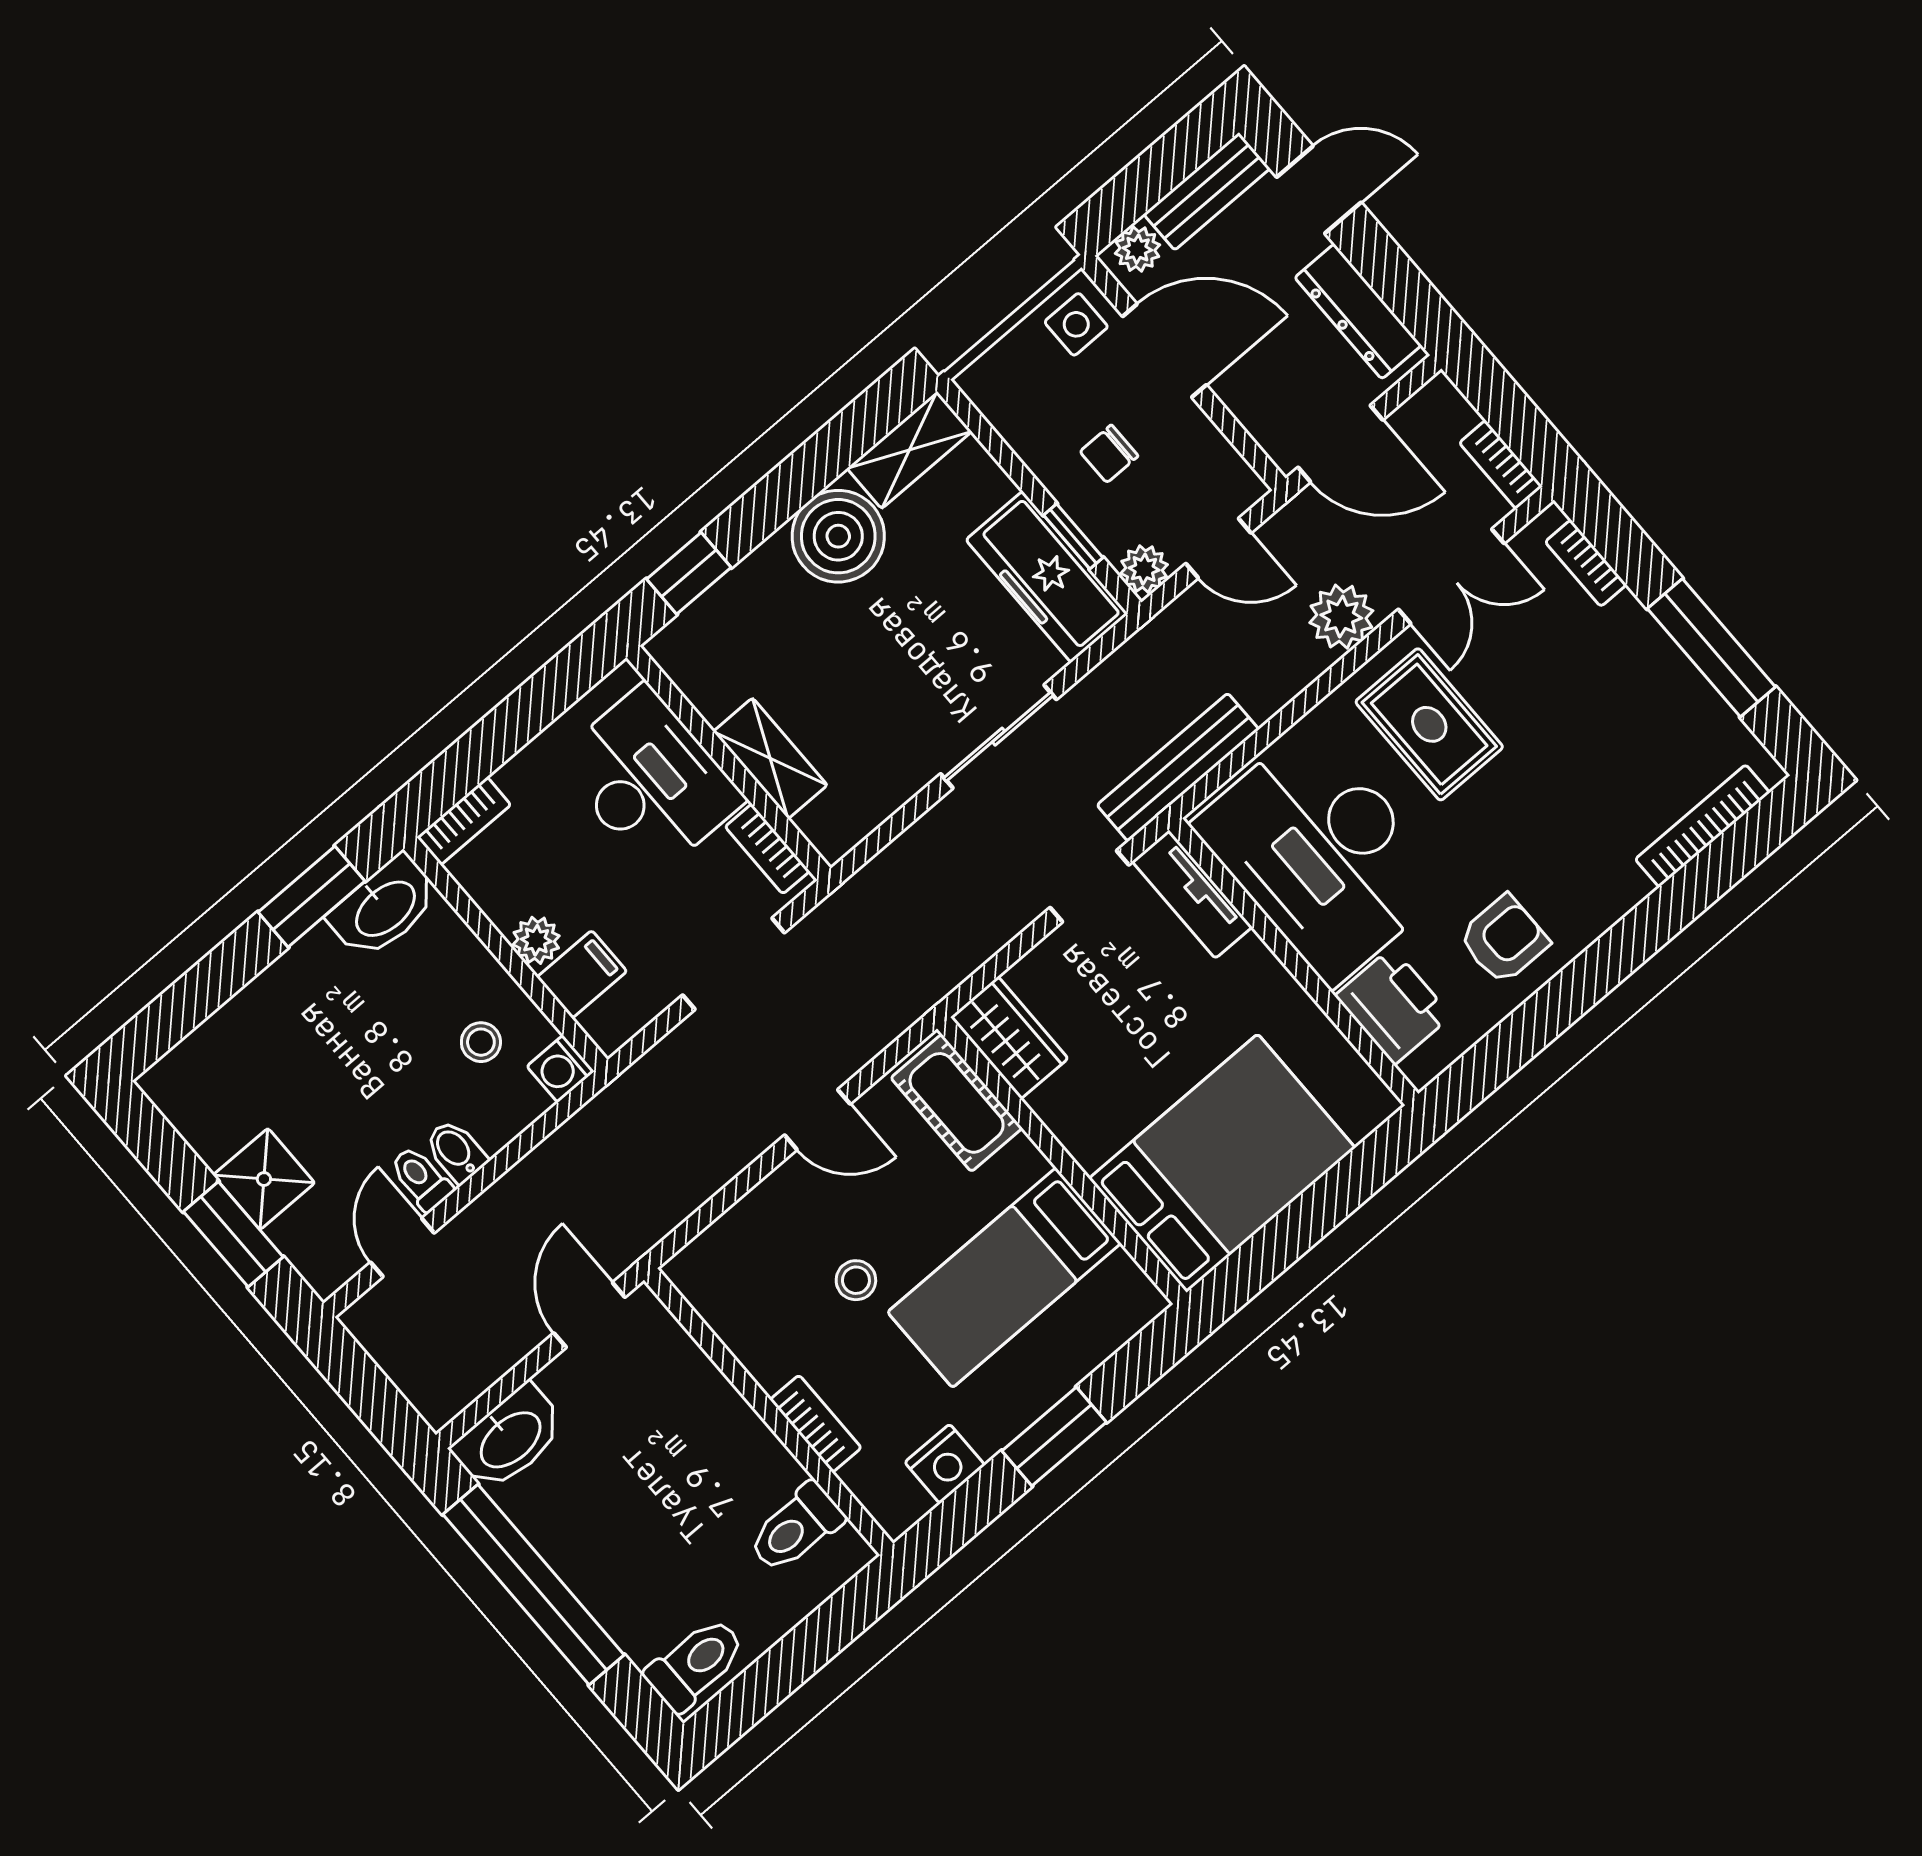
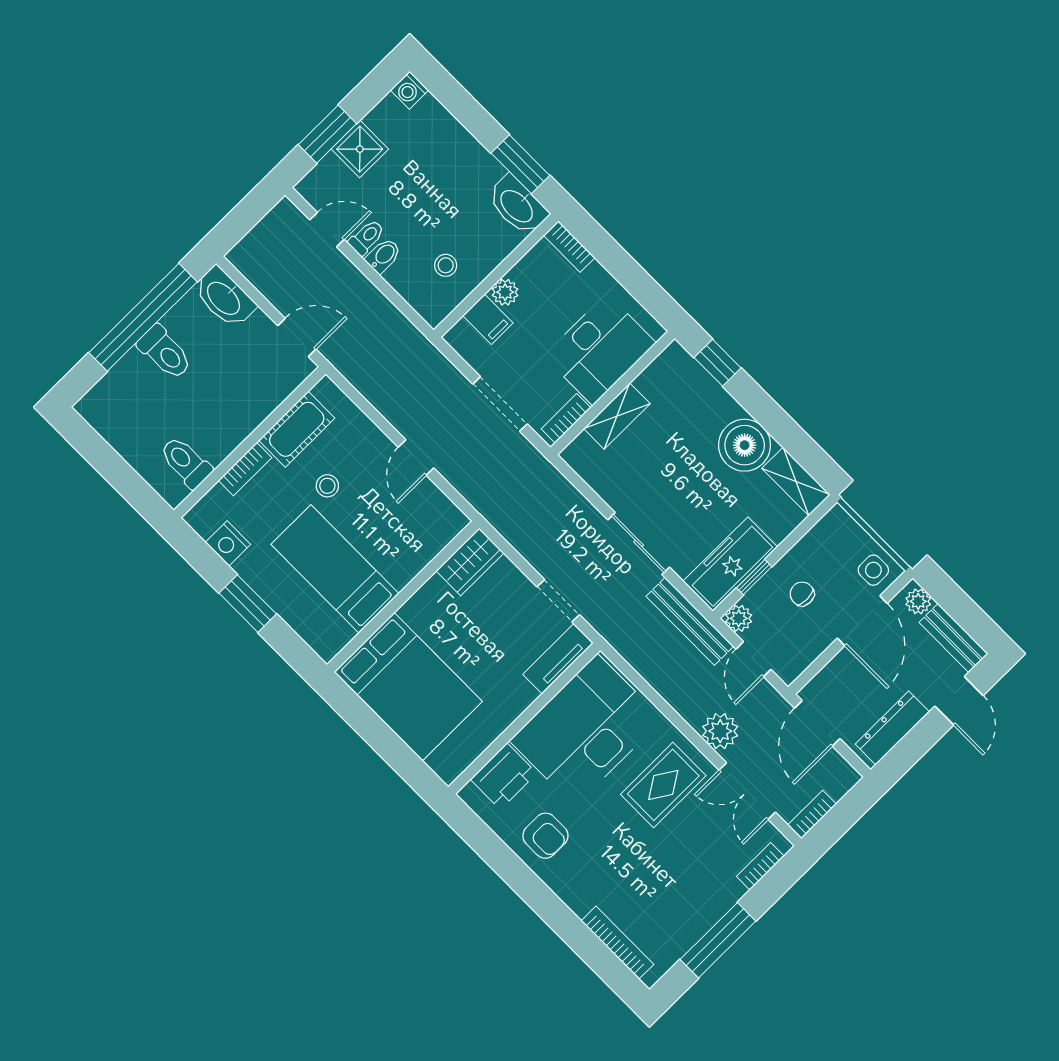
bench: (1178, 767) -> (690, 621), moved
washing machine: (561, 1069) -> (409, 90), moved, turned -90
cot: (957, 1103) -> (297, 429), moved
toilet: (696, 1664) -> (165, 352), moved

